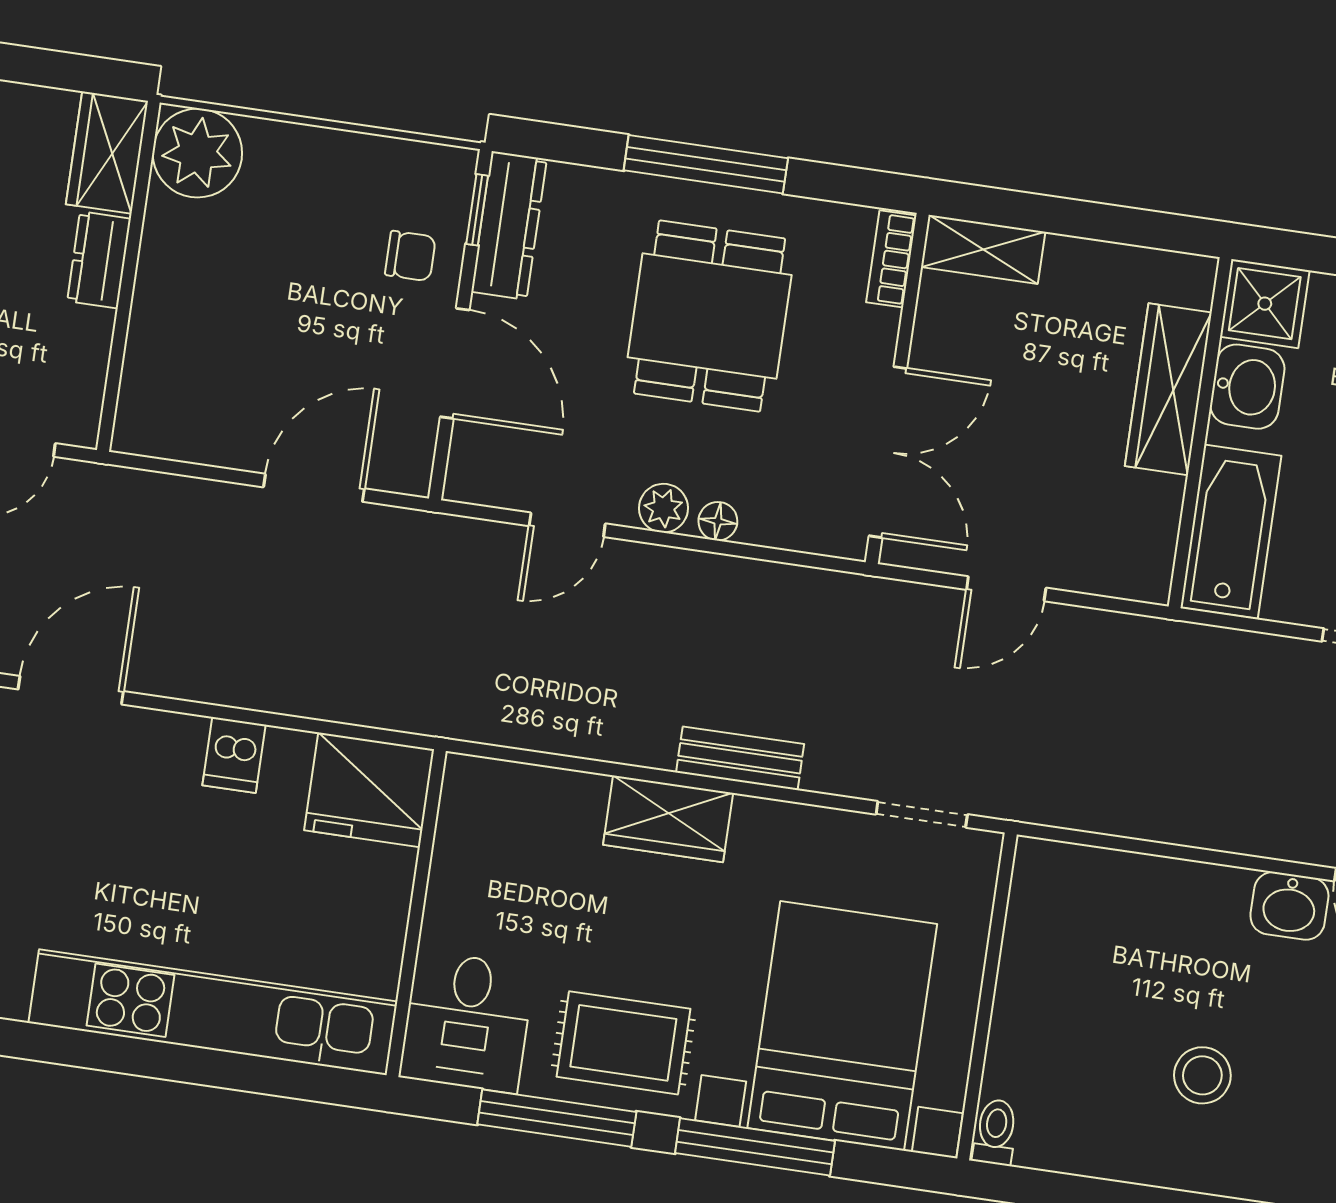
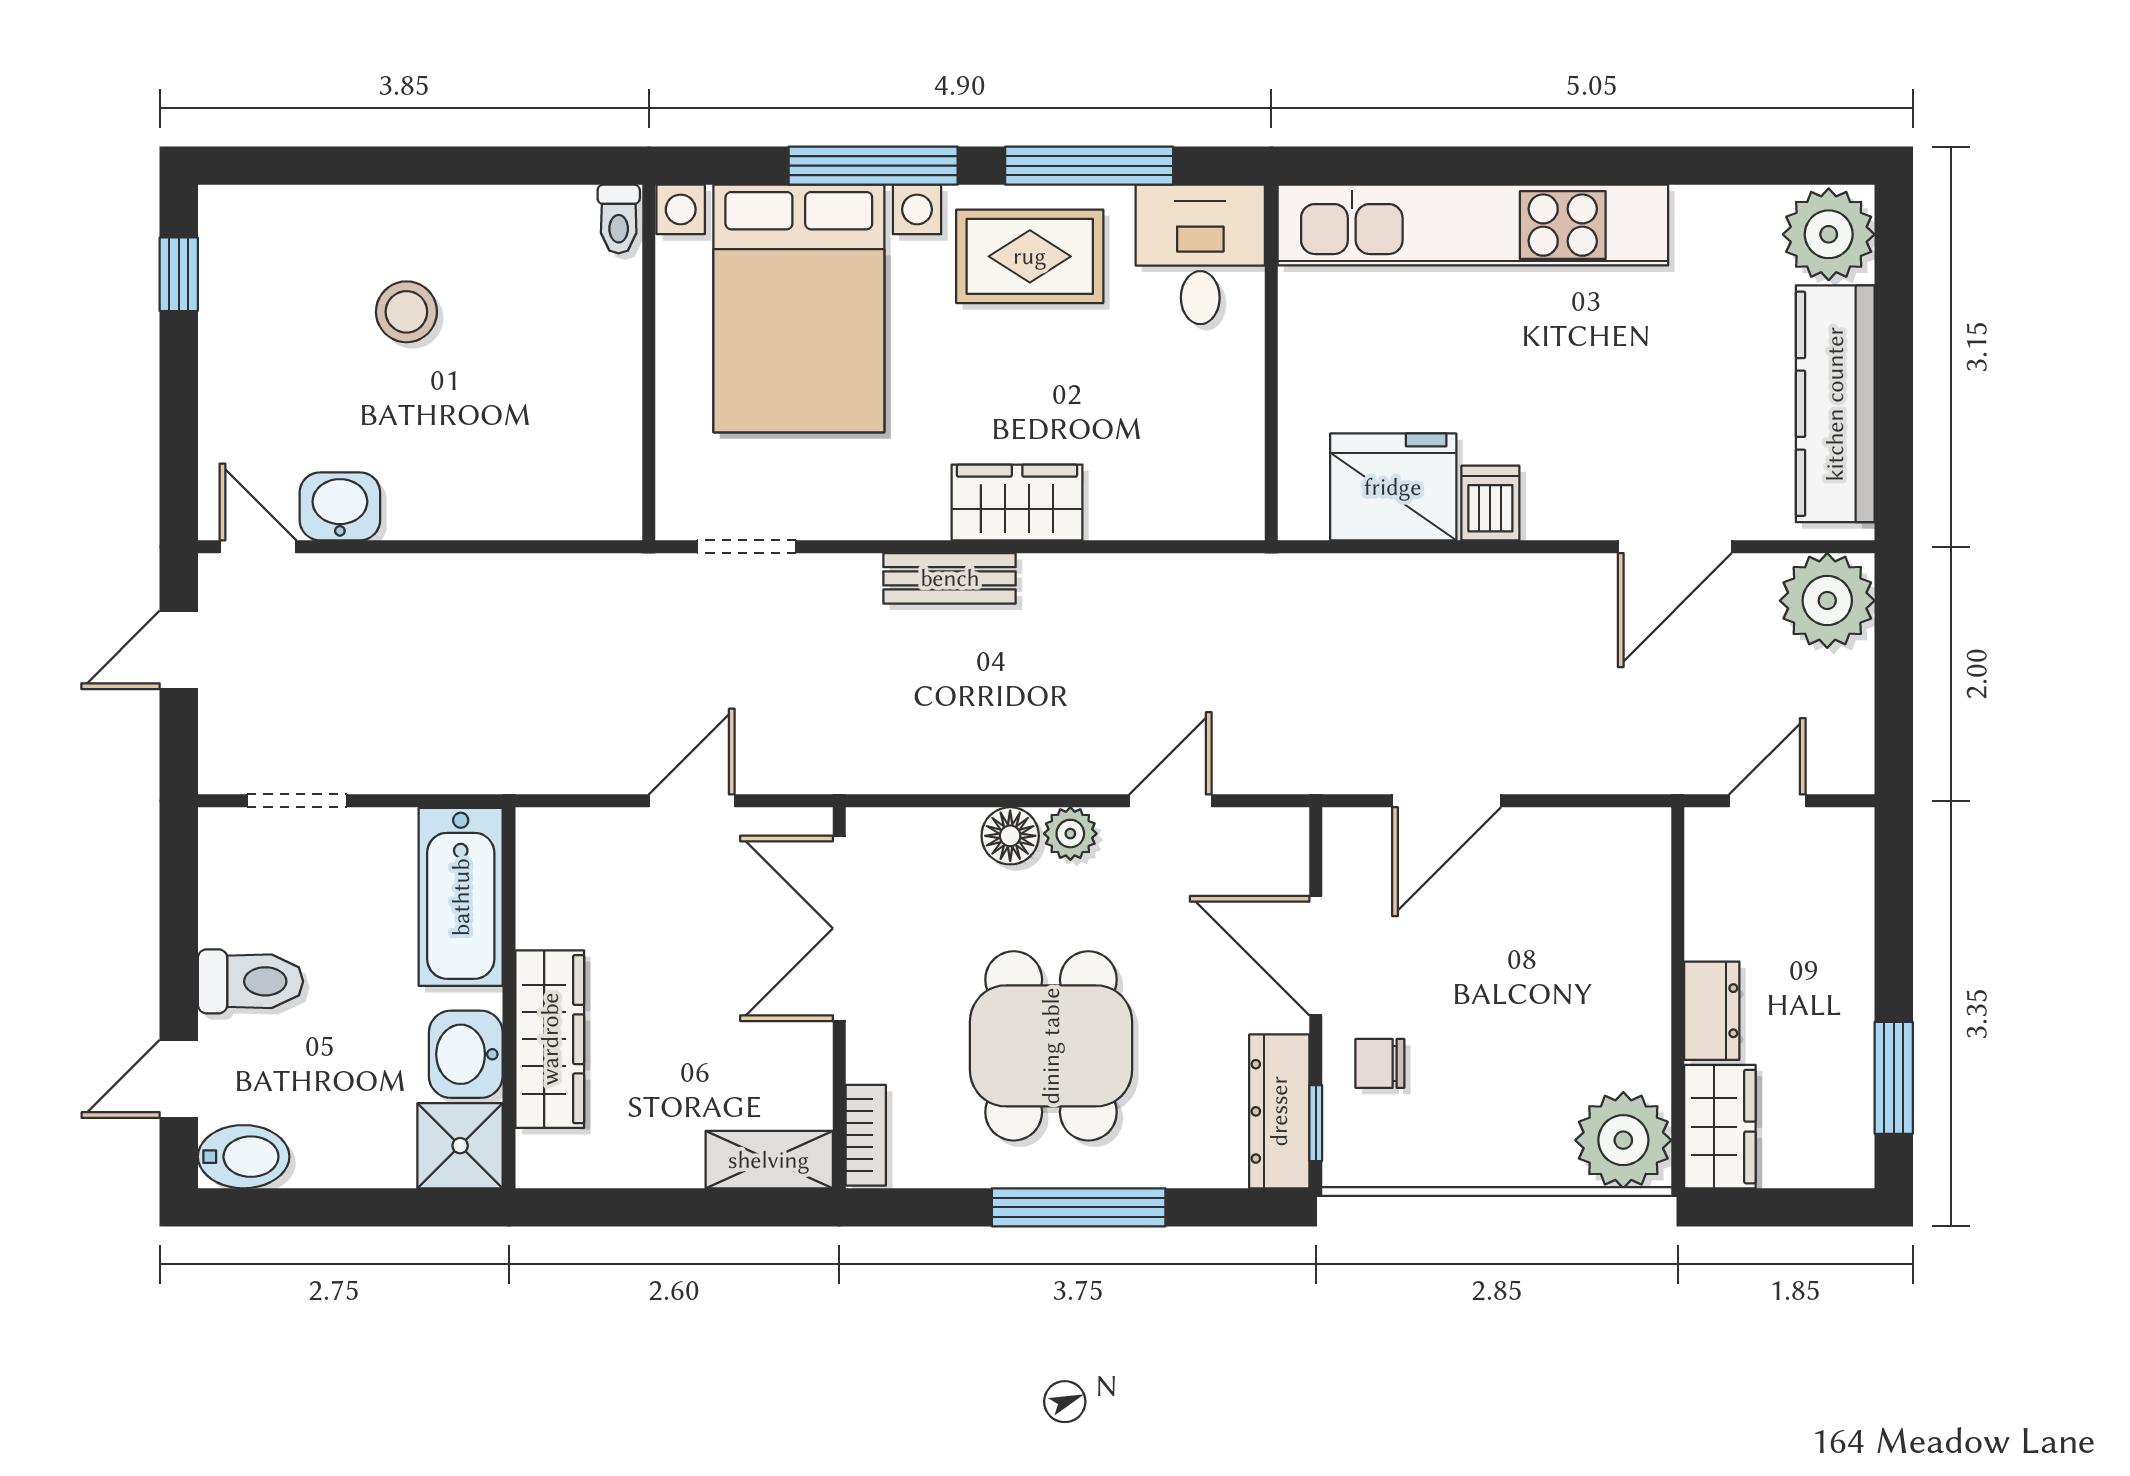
floor lamp: (718, 521) -> (1010, 836), width x1.37, depth x1.37
fridge: (369, 790) -> (1393, 487), moved

